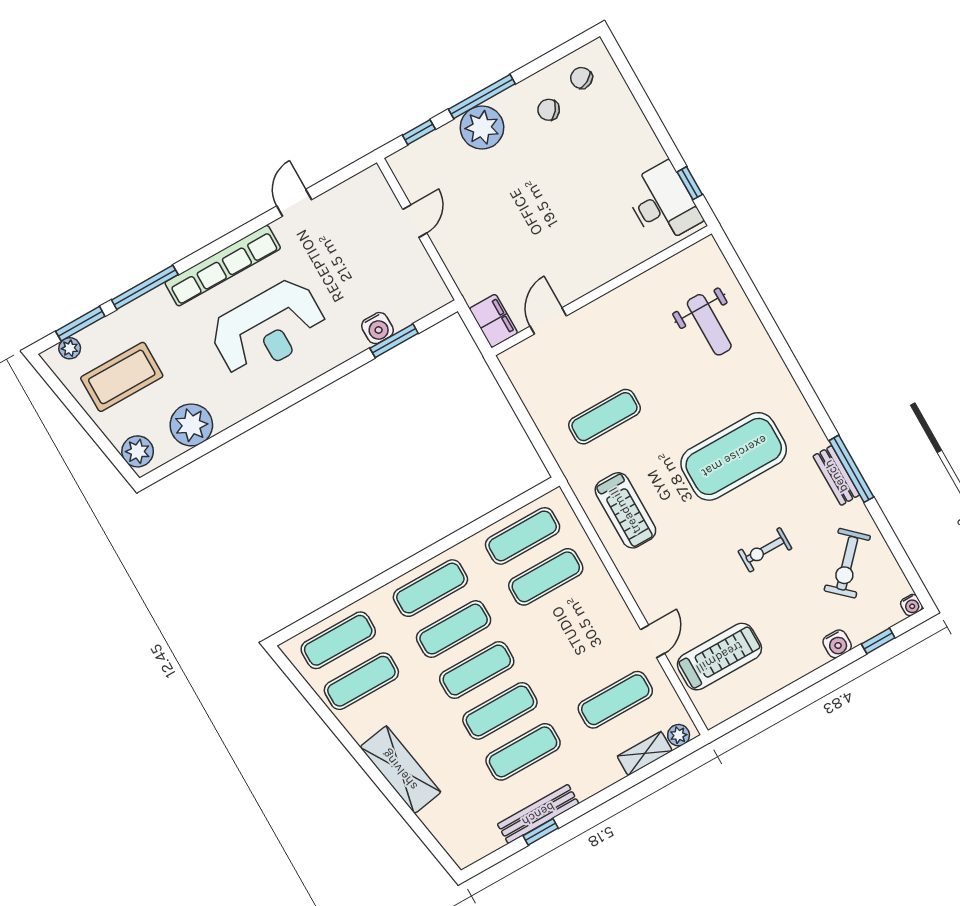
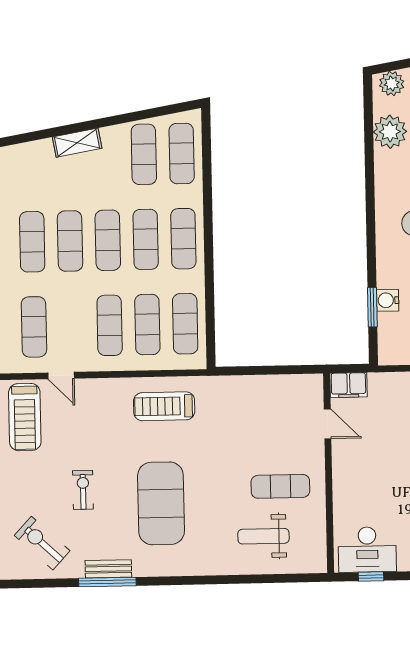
exercise mat: (604, 417) -> (280, 486), moved, turned 90
exercise mat: (569, 618) -> (110, 325), added
shelving: (400, 770) -> (77, 143), width x0.67, depth x0.75

